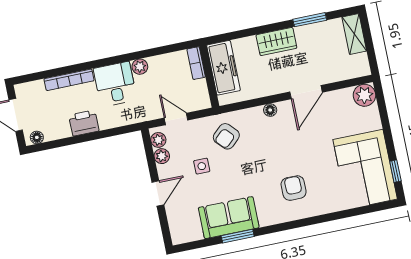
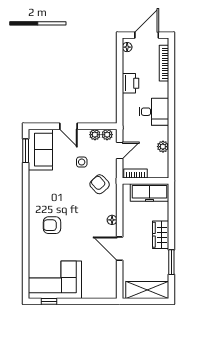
shelving: (354, 34) -> (147, 290), width x1.50, depth x1.33
bookcase: (196, 63) -> (136, 173), moved
plant: (140, 67) -> (163, 147), moved
bookcase: (69, 80) -> (164, 63), moved
plant: (364, 95) -> (109, 290), removed
armchair: (294, 188) -> (52, 225), turned 180
sofa: (229, 218) -> (40, 150), moved
window: (238, 236) -> (26, 151), moved

